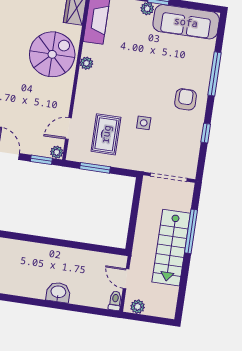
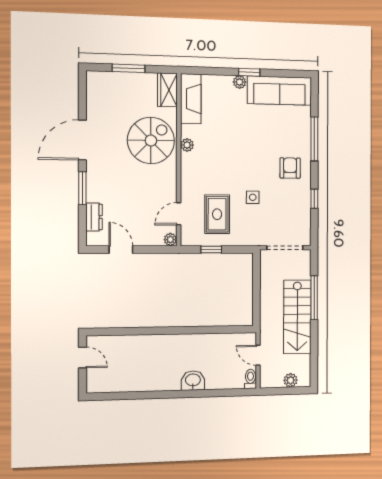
window: (41, 160) -> (156, 250), removed
window: (95, 168) -> (211, 249), width x0.67
plant: (138, 307) -> (291, 380), moved

